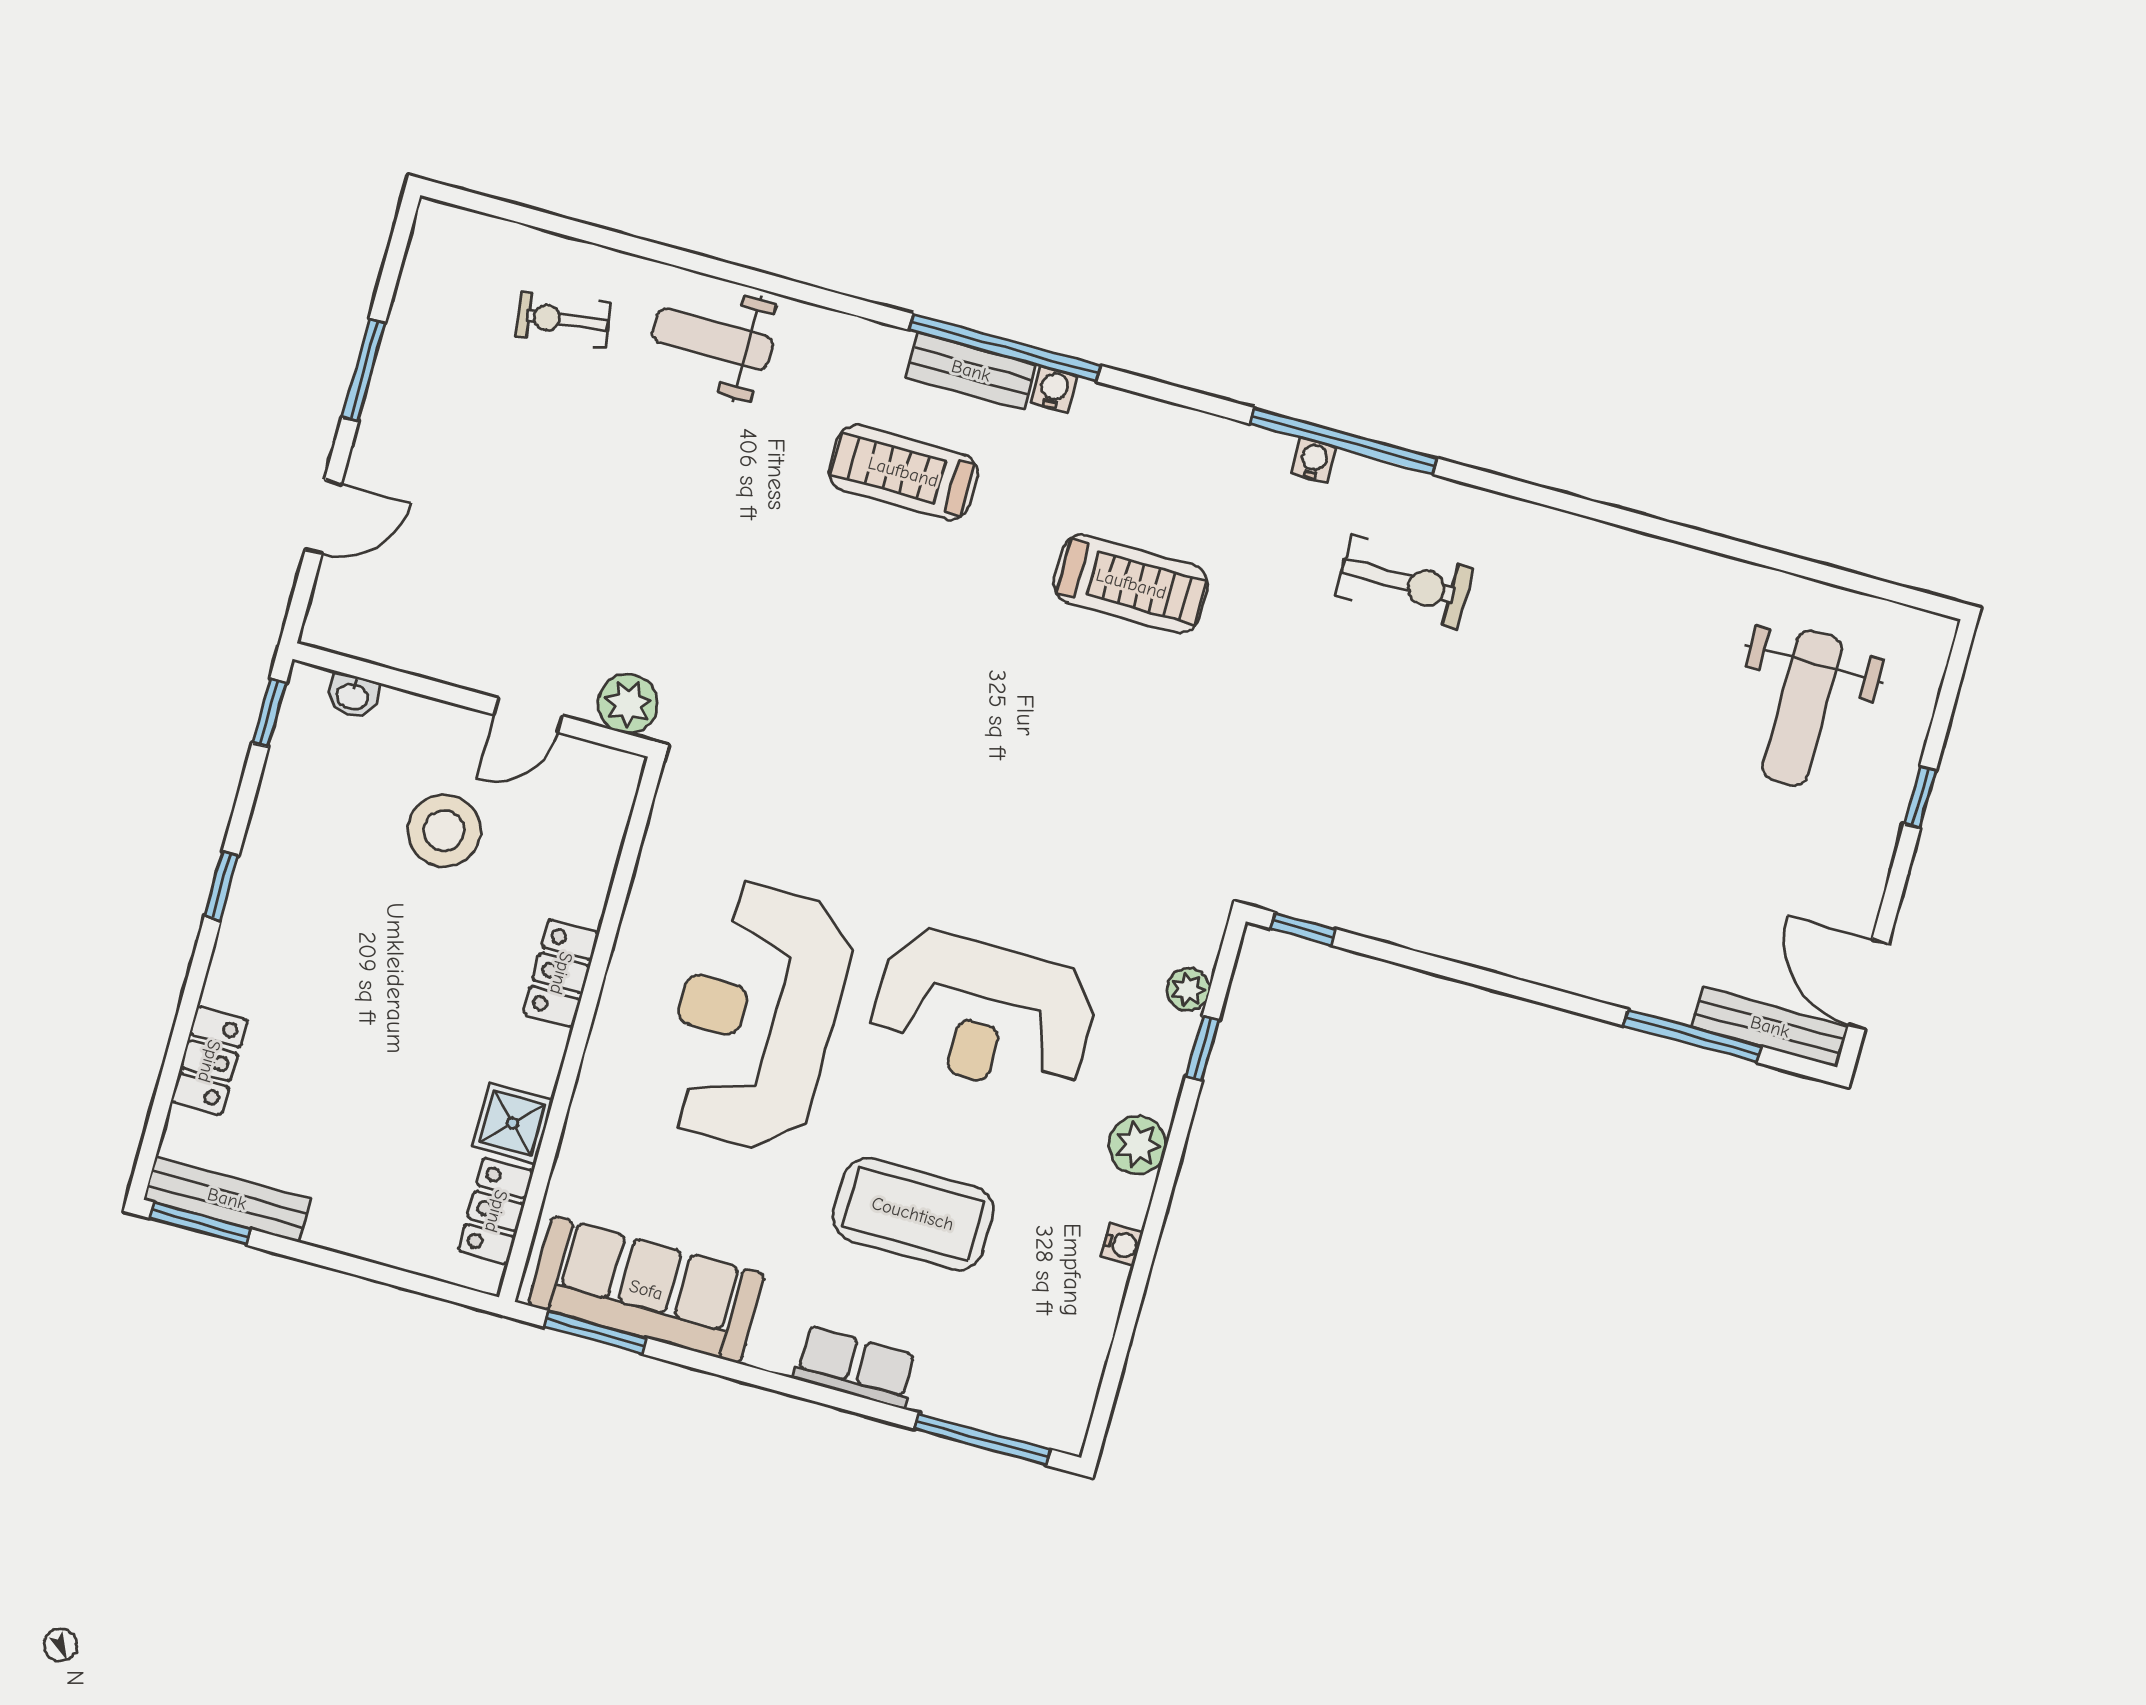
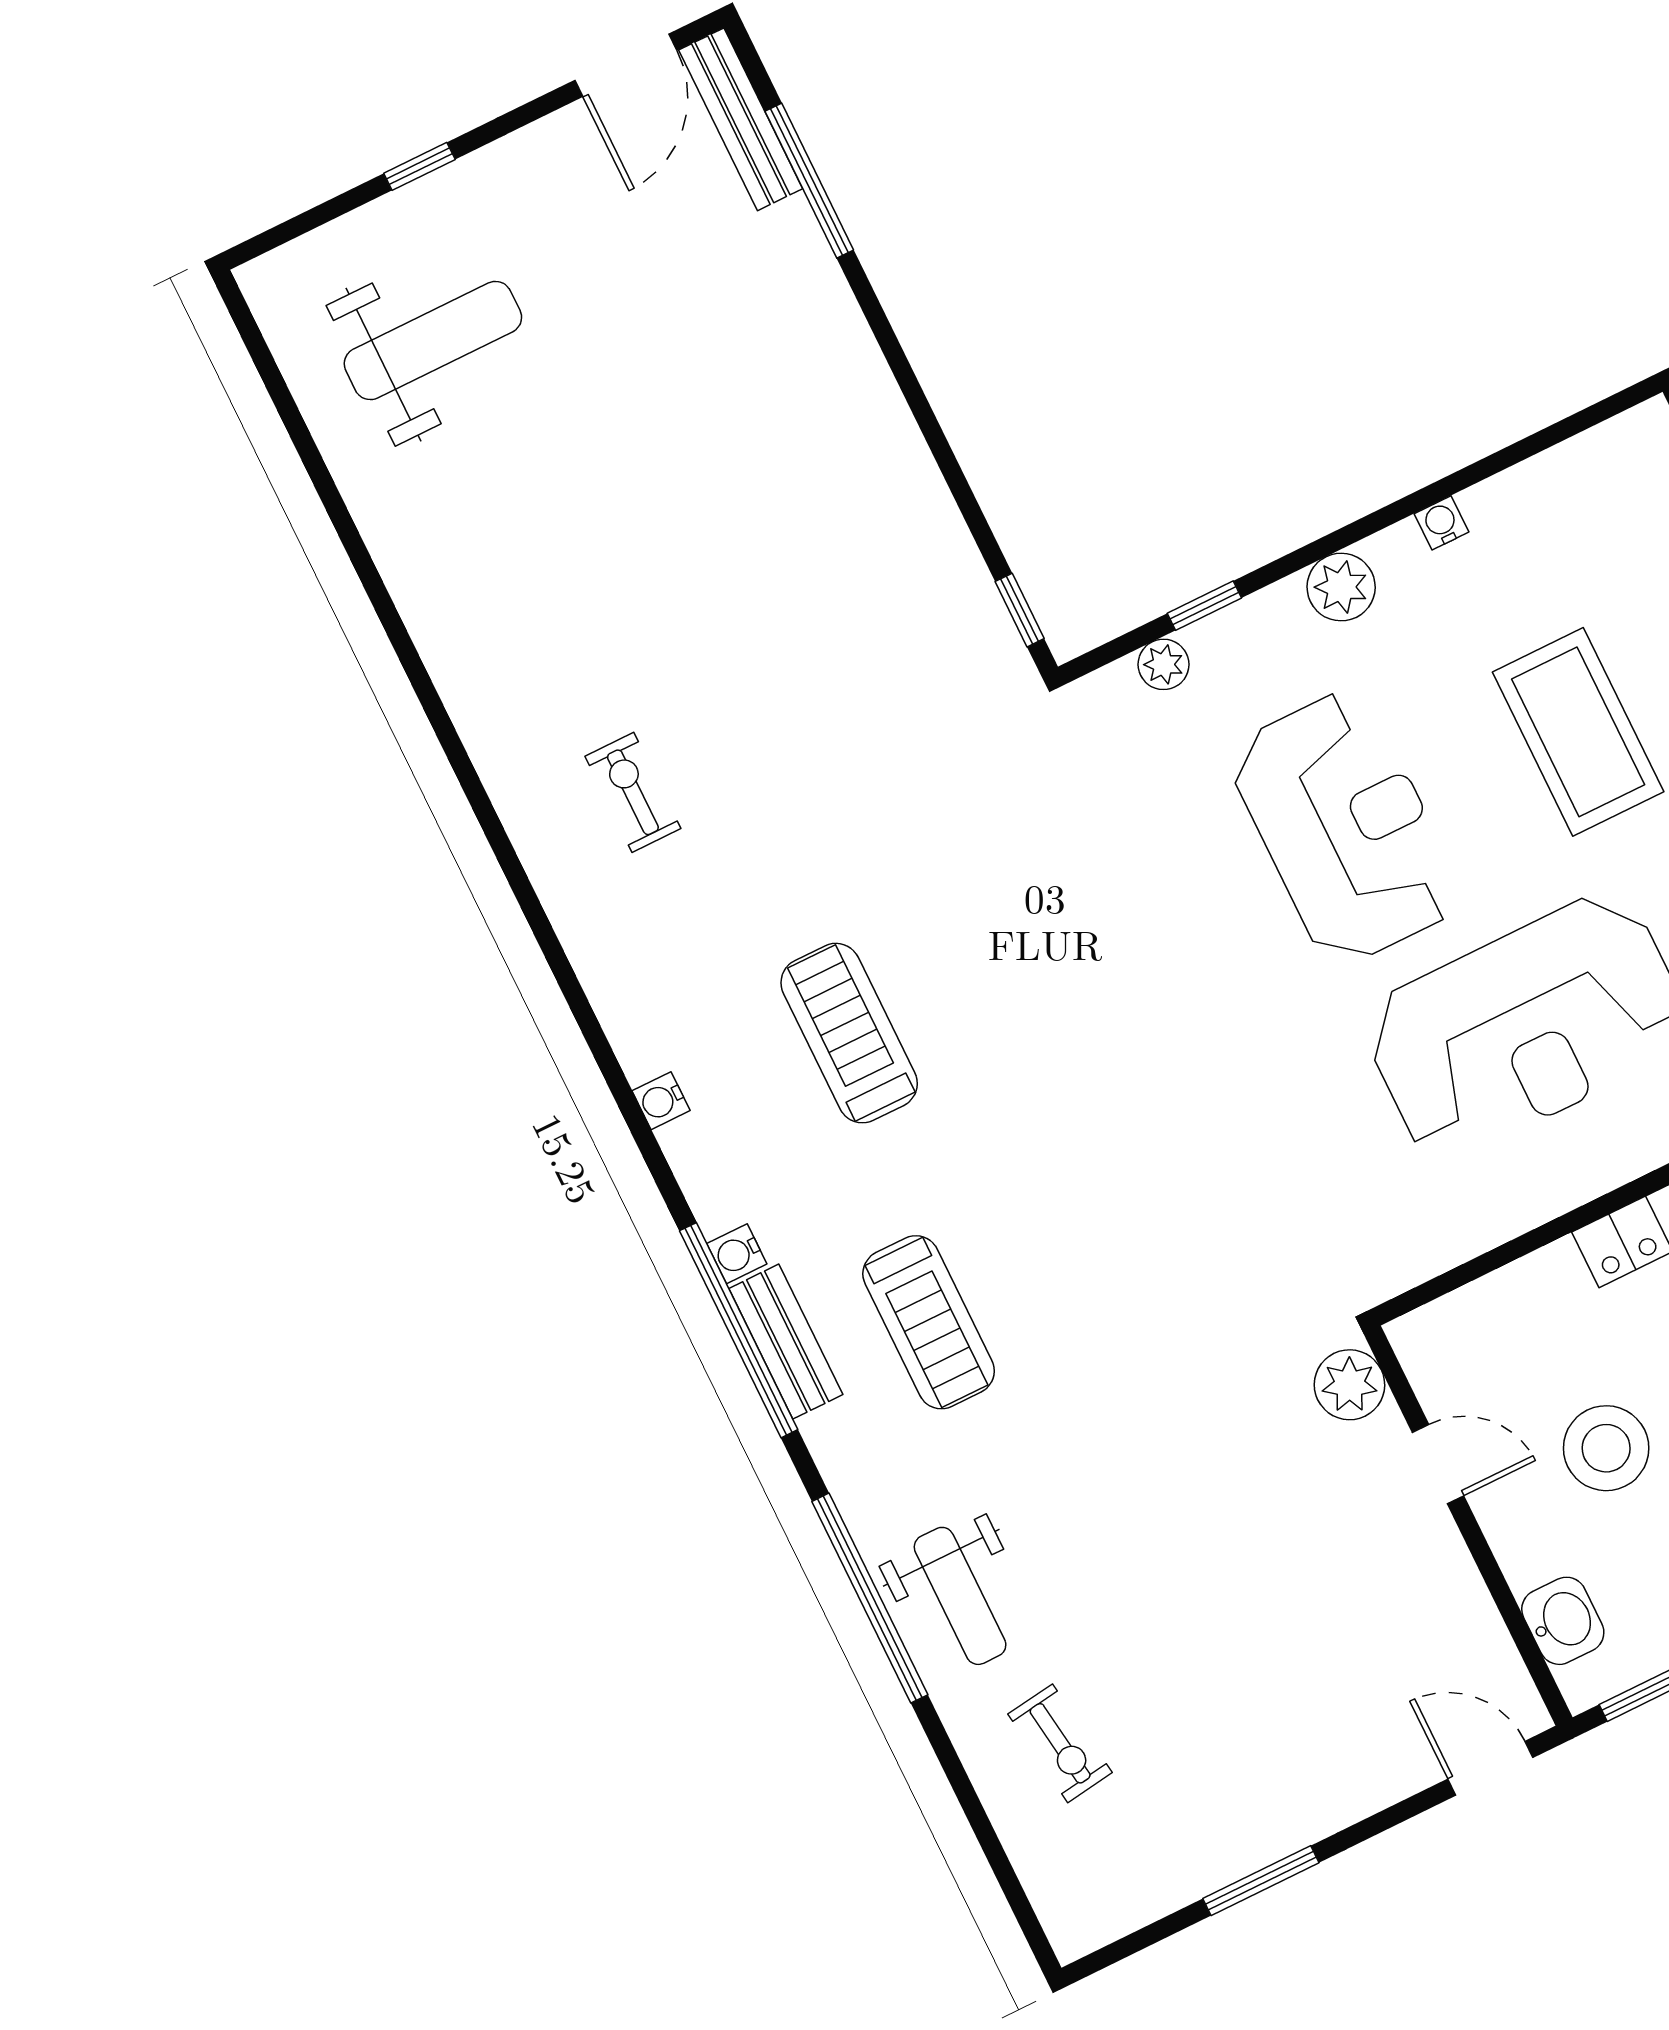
window: (1344, 441) -> (870, 1598), moved
water cooler: (1314, 460) -> (661, 1101), moved
door: (323, 517) -> (1490, 1768), moved
exercise bike: (1404, 582) -> (633, 792), width x0.73, depth x0.72
washbasin: (352, 696) -> (1563, 1621), width x1.38, depth x1.45

